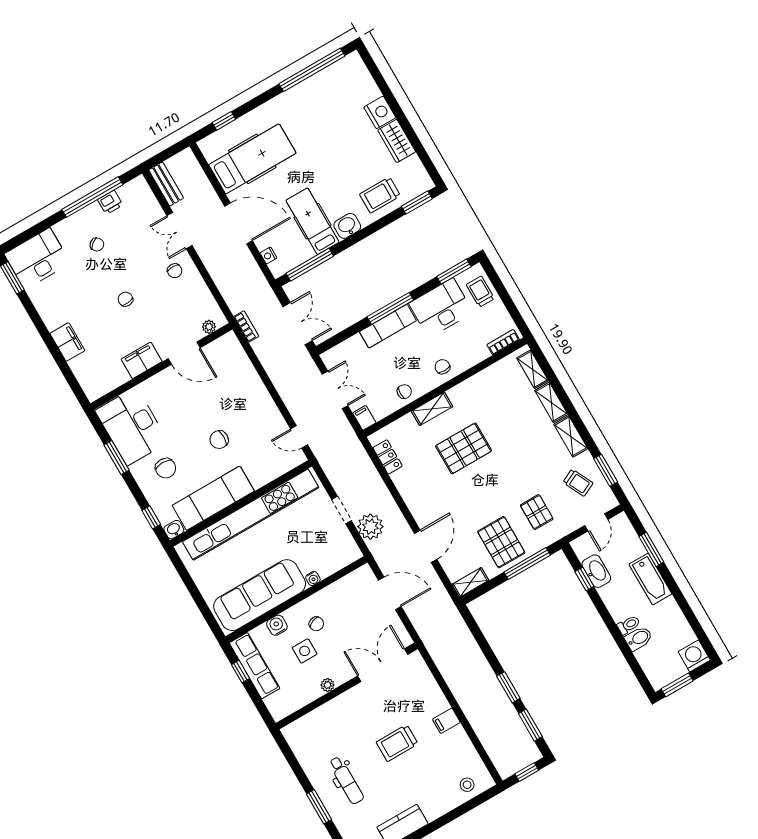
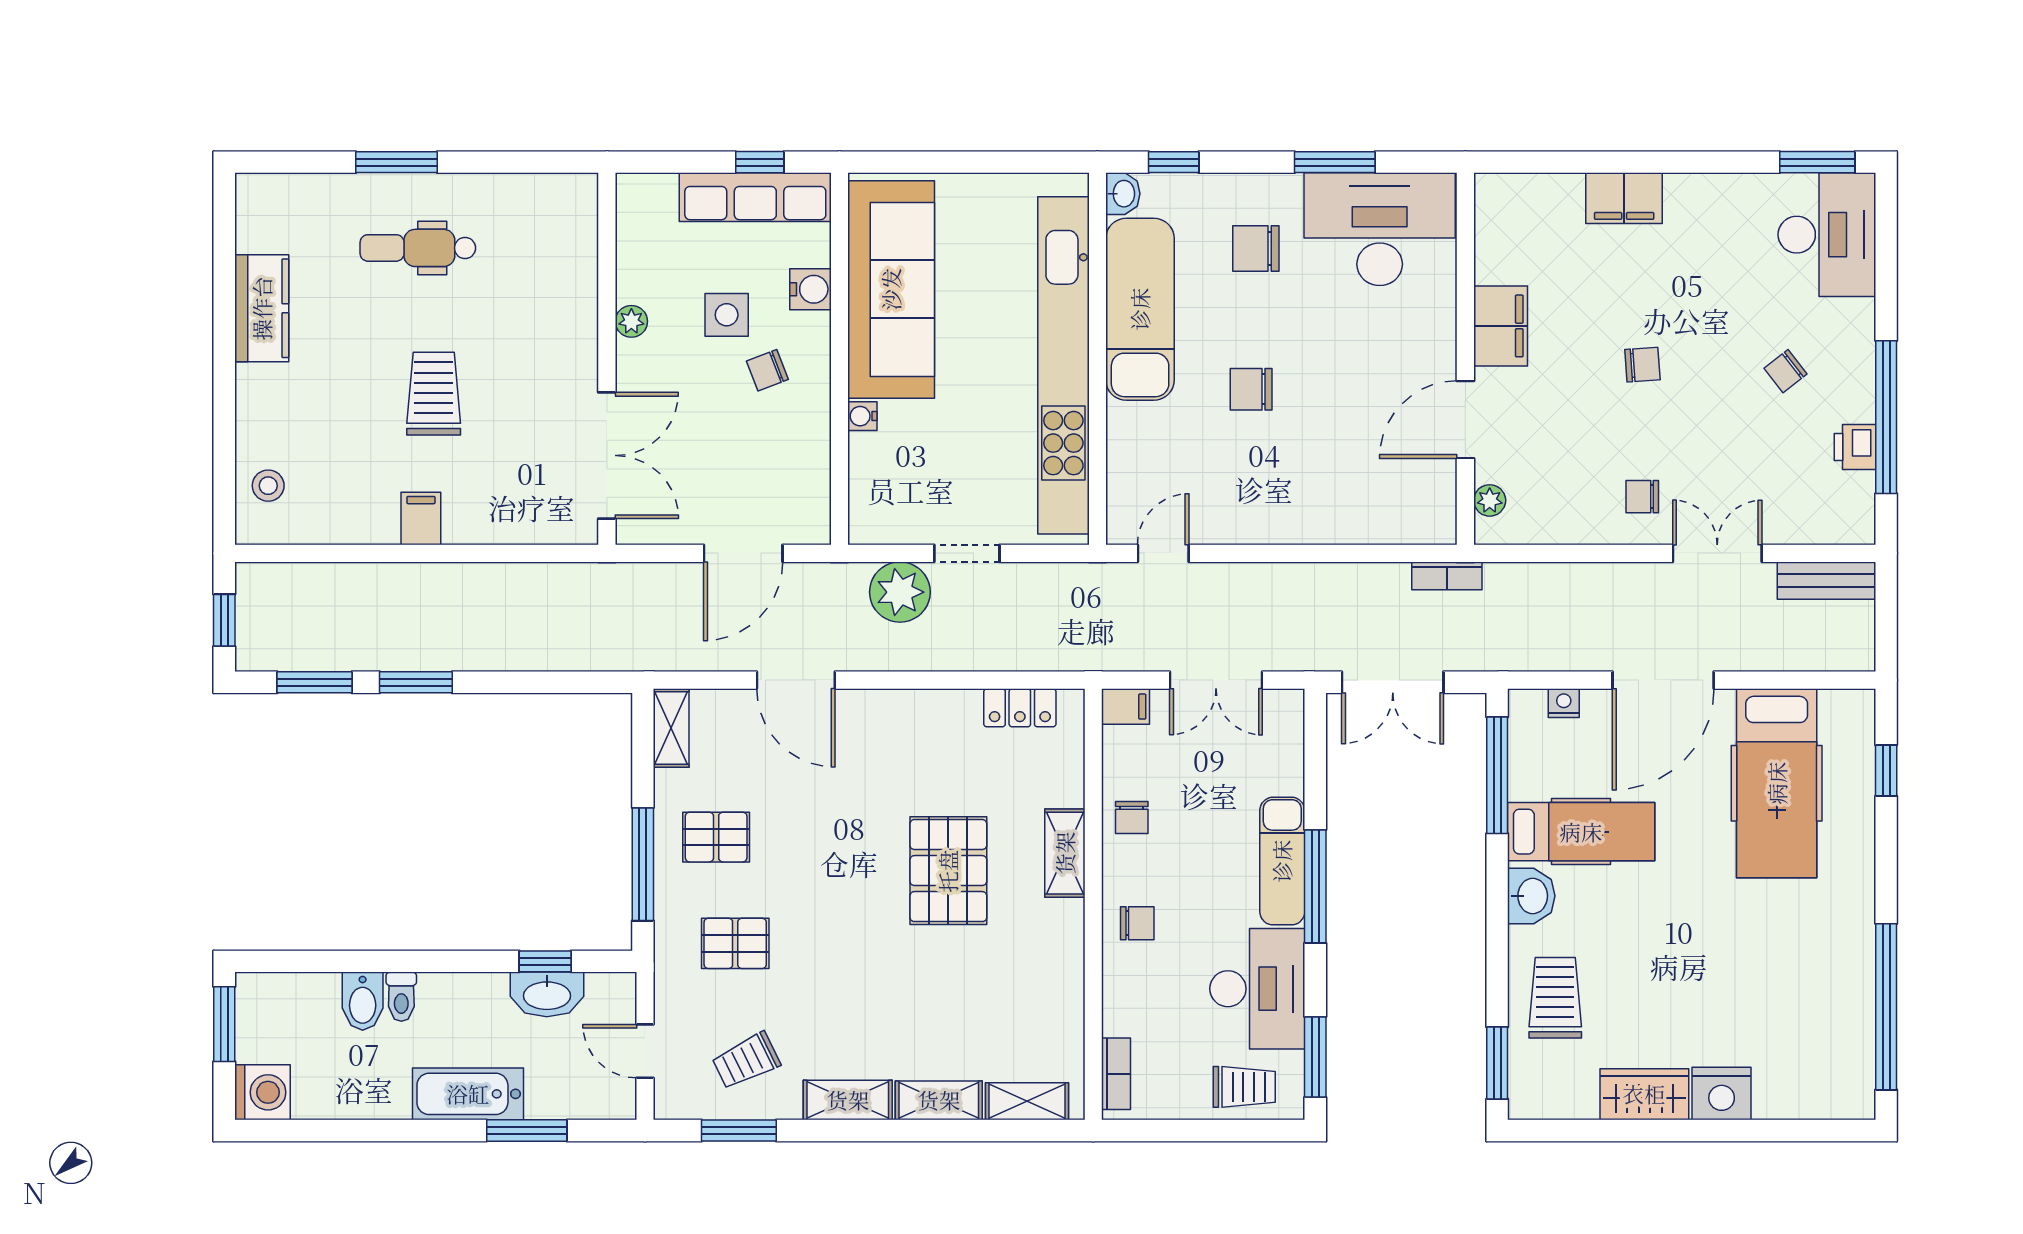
chair: (219, 440) -> (1251, 389), turned -90
pallet: (501, 542) -> (716, 837), width x0.67, depth x0.71

